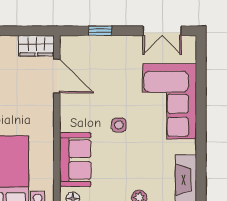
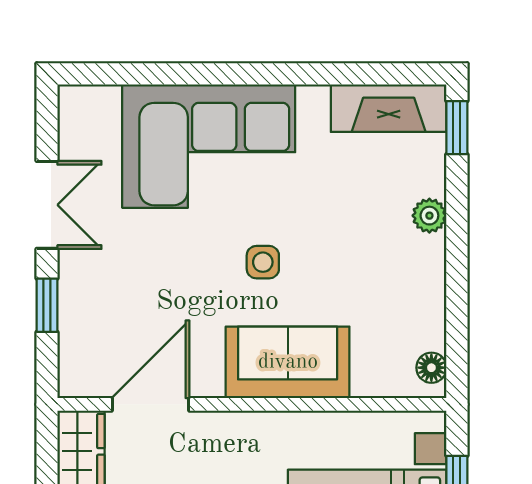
double door: (162, 31) -> (47, 205), moved
sofa: (75, 160) -> (288, 362), moved

